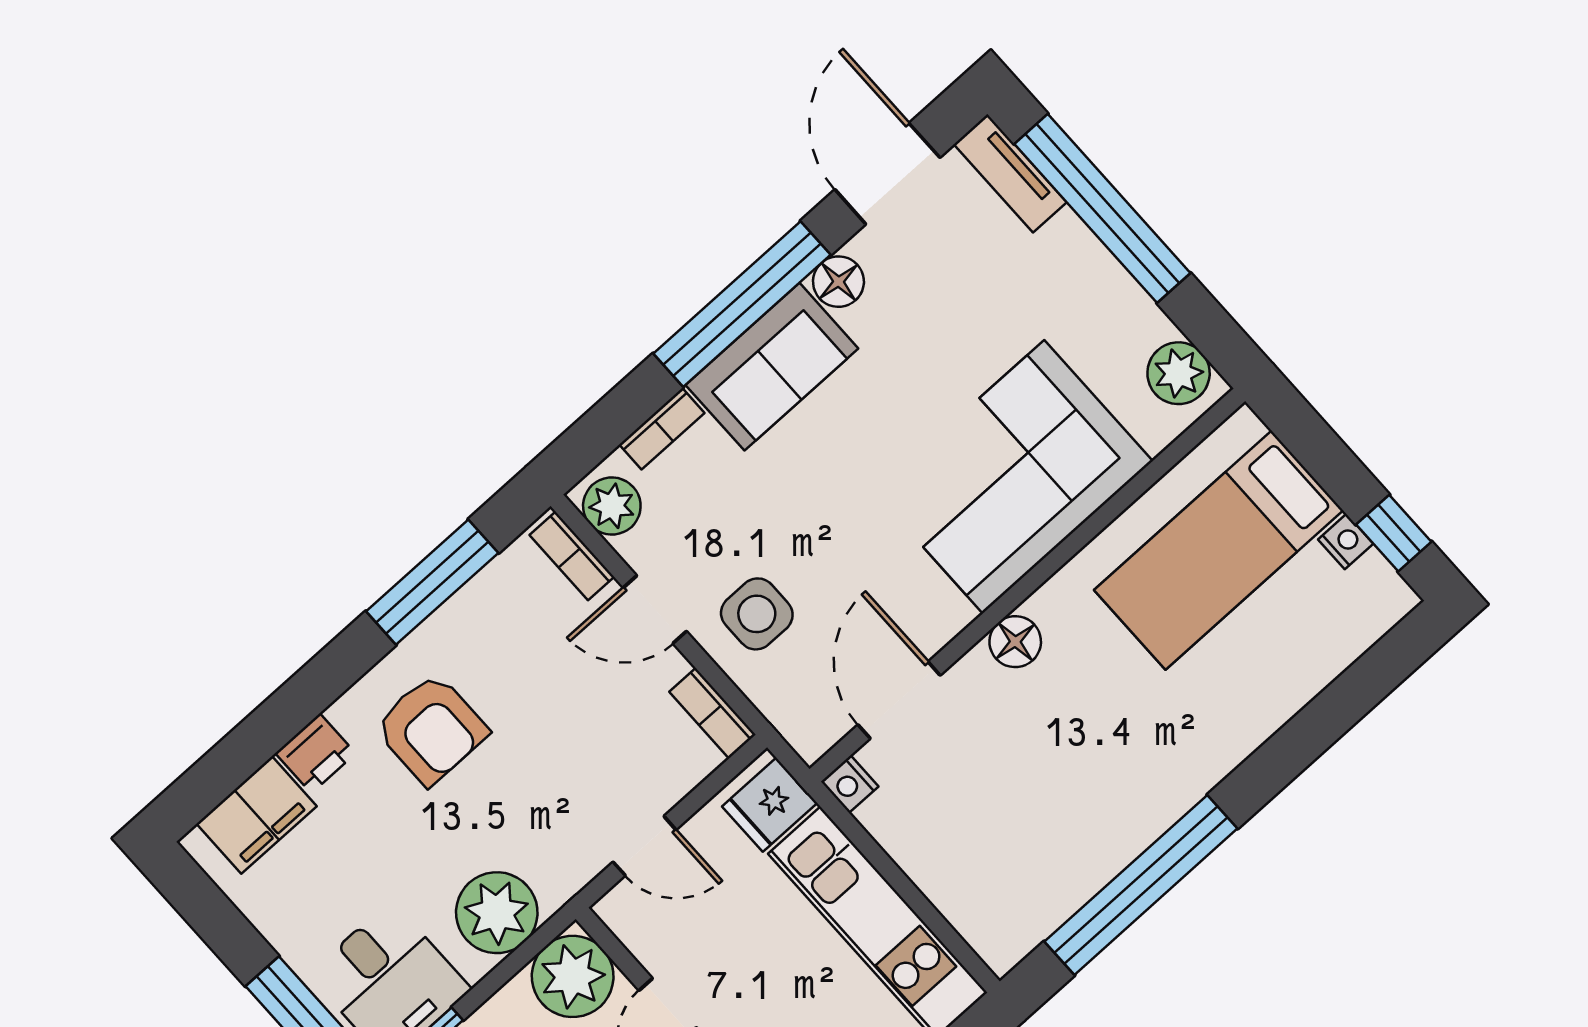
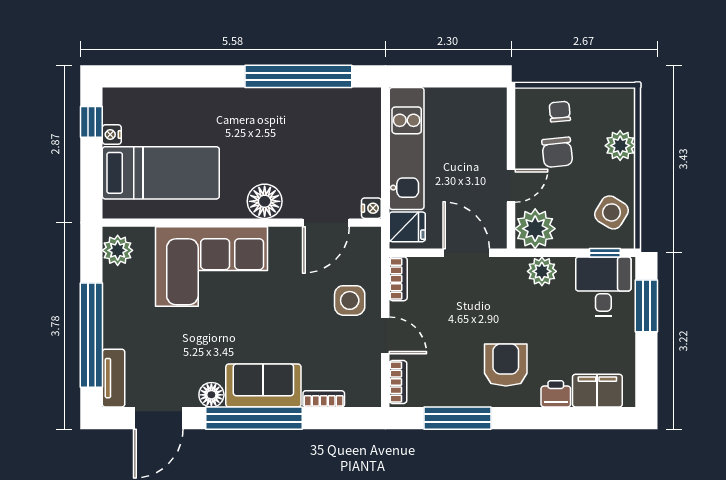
plant: (612, 506) -> (367, 387), removed
floor lamp: (1015, 642) -> (265, 201), width x1.38, depth x1.38
door: (645, 846) -> (466, 253), width x1.37
plant: (497, 913) -> (542, 271), width x0.73, depth x0.73

